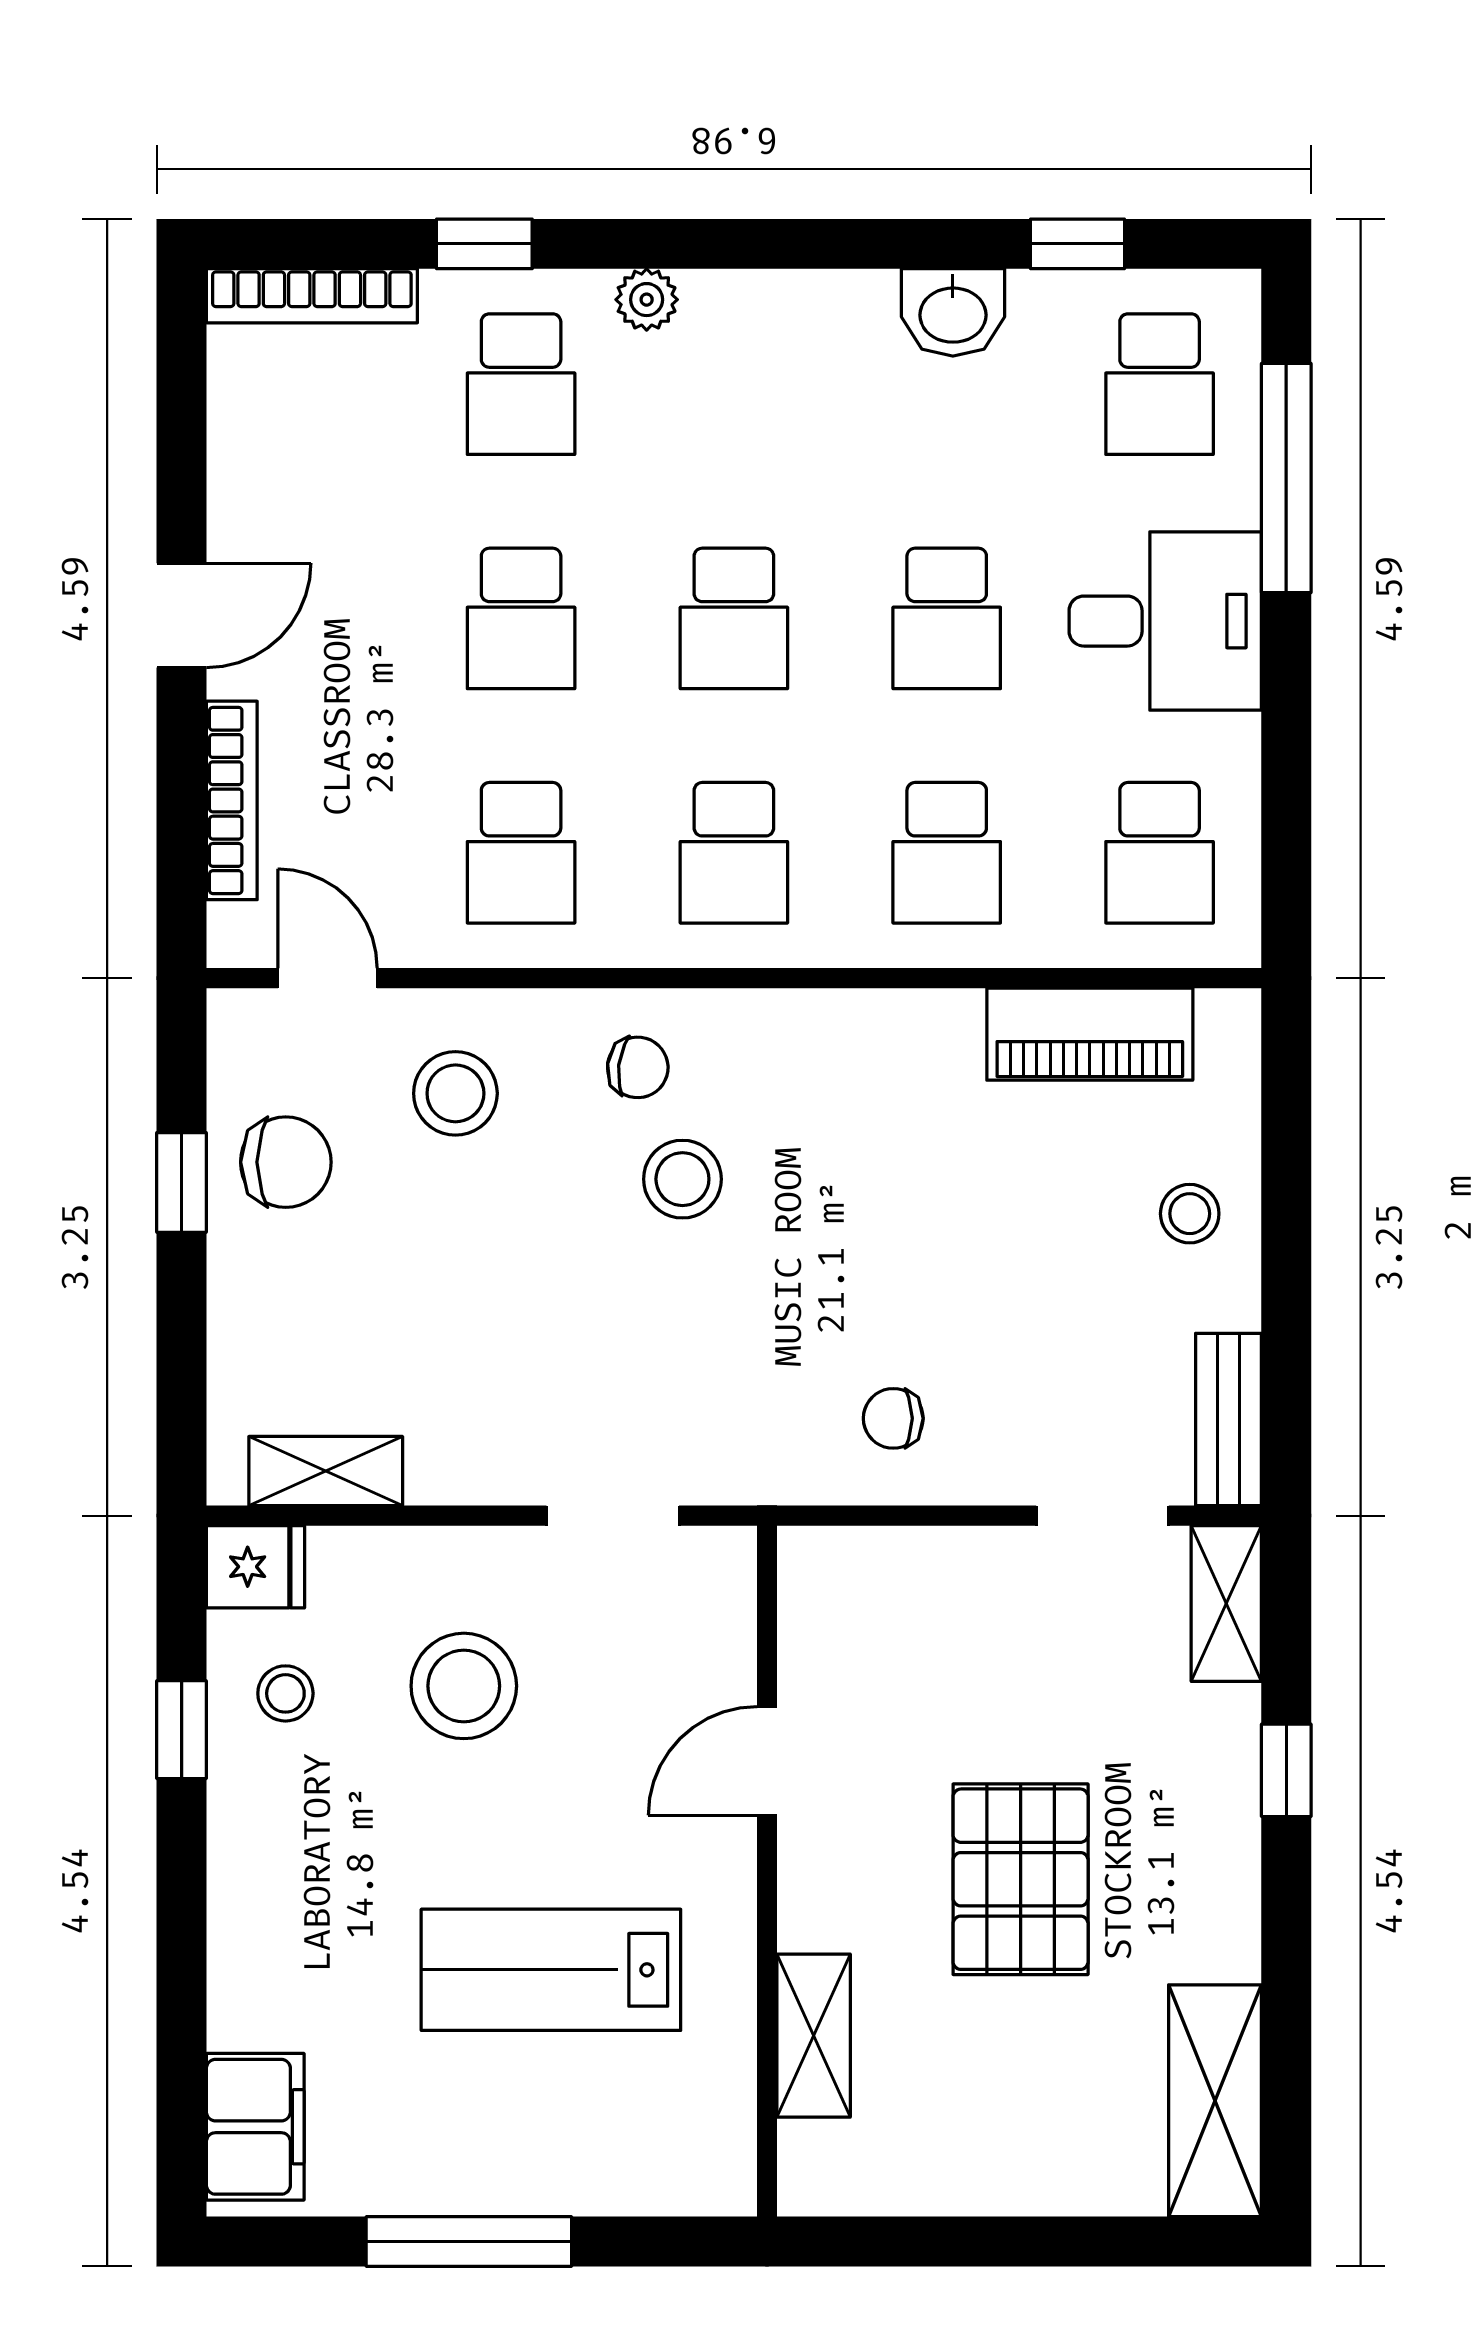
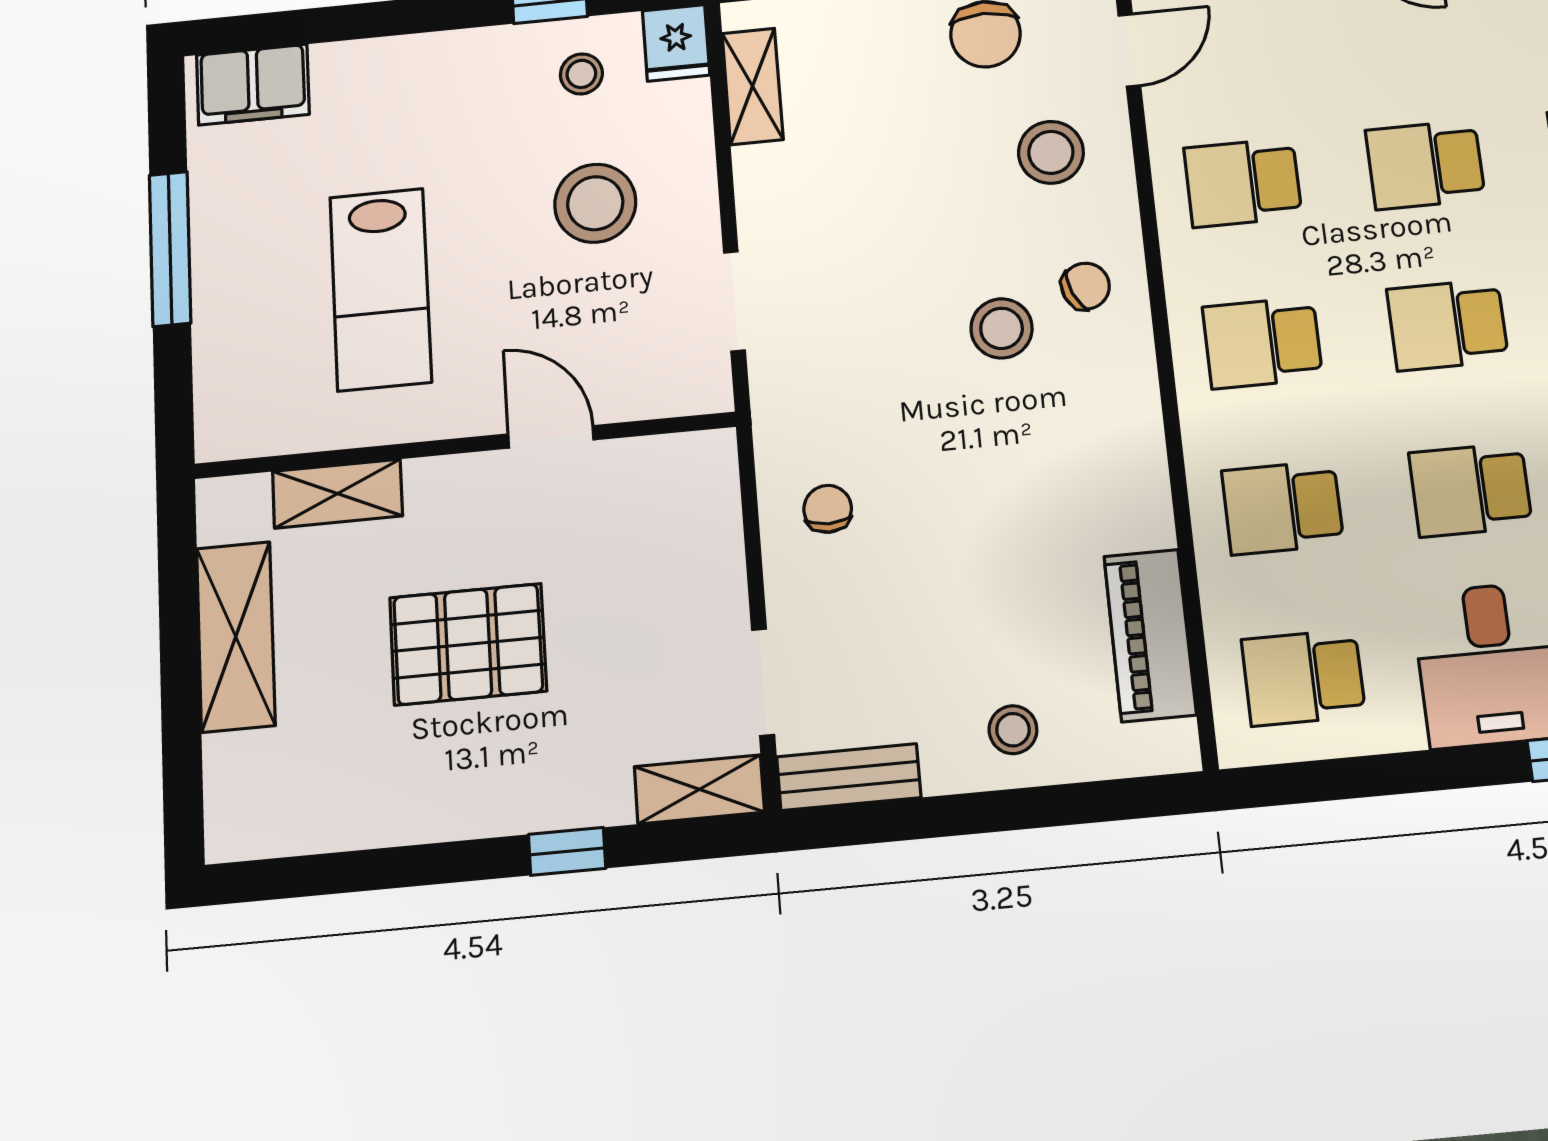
chair: (638, 1067) -> (1085, 286), turned -120
lab bench: (551, 1970) -> (380, 289), turned 180
shelving: (1215, 2101) -> (236, 637), moved, turned 90

